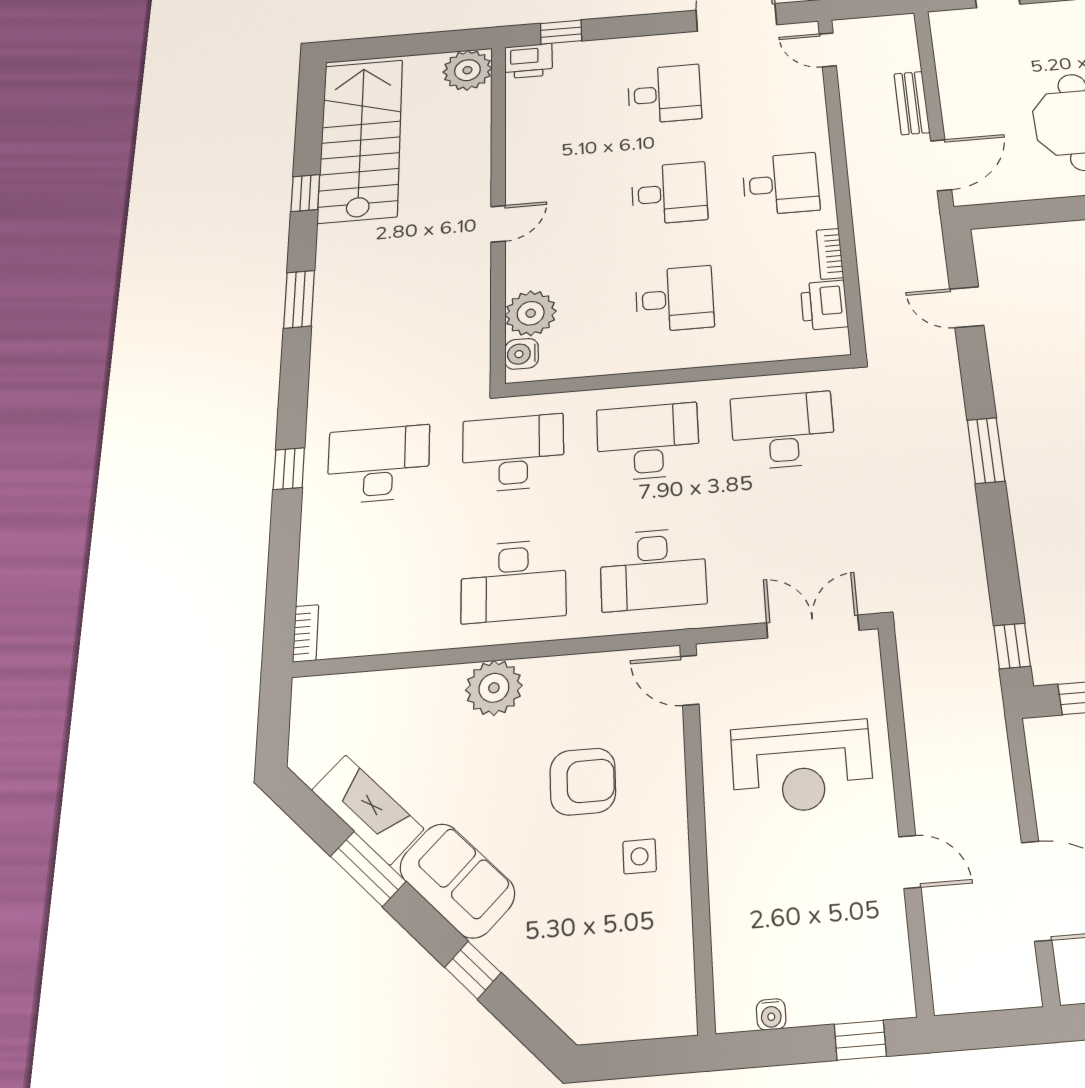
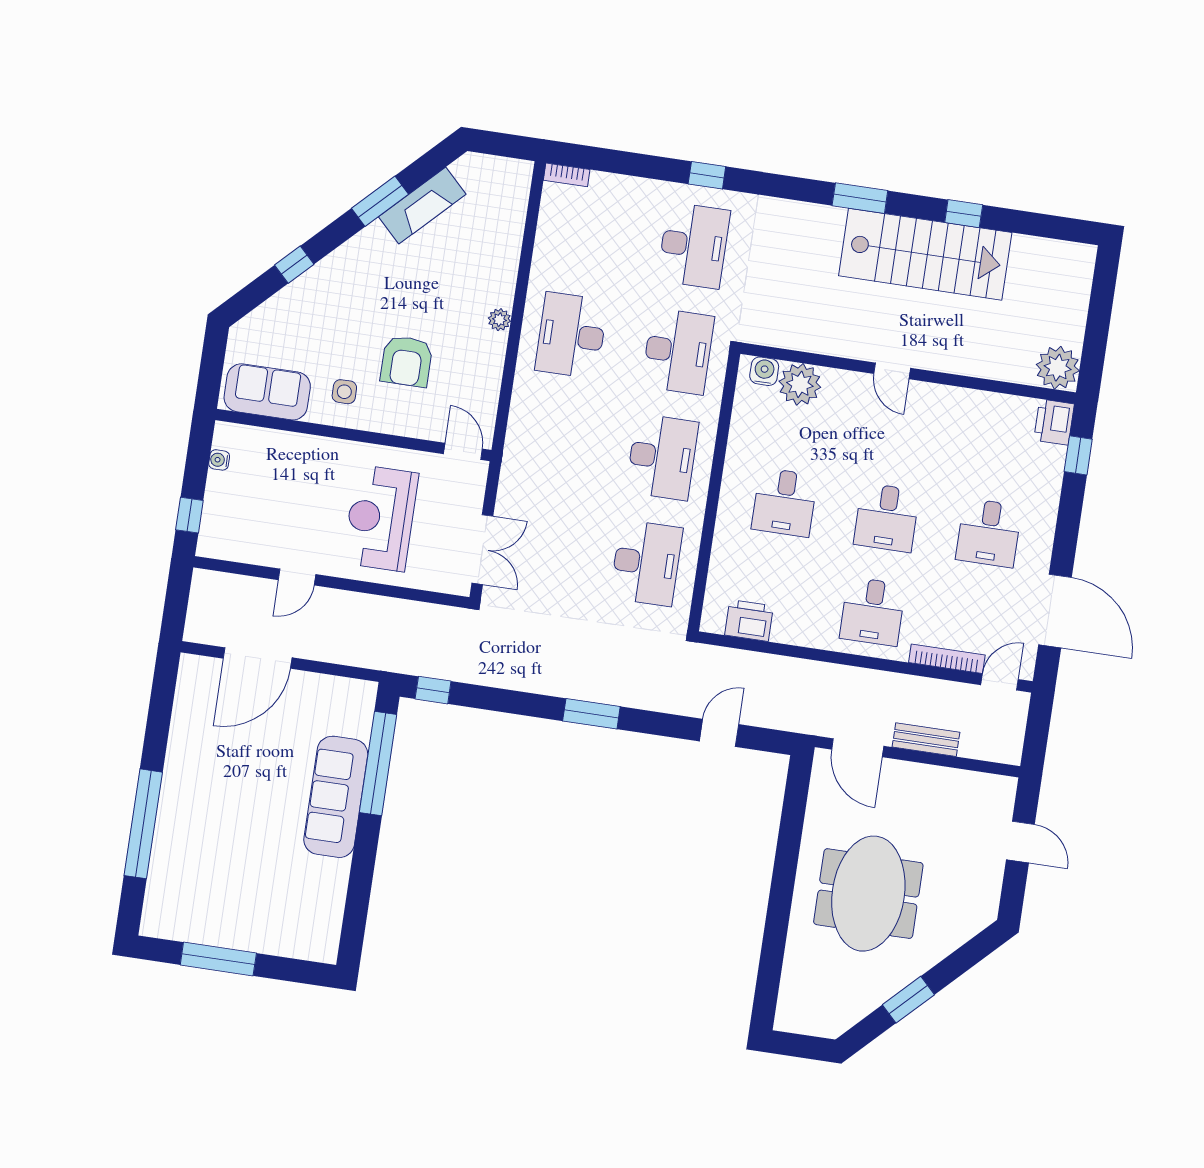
stairs: (361, 140) -> (925, 254), moved
bookcase: (830, 254) -> (947, 659), moved, width x1.56
desk: (653, 569) -> (556, 441), removed
door: (690, 680) -> (463, 451), hinge flipped
plant: (494, 688) -> (499, 320), width x0.53, depth x0.53
sofa: (457, 880) -> (267, 392), moved, turned -135

